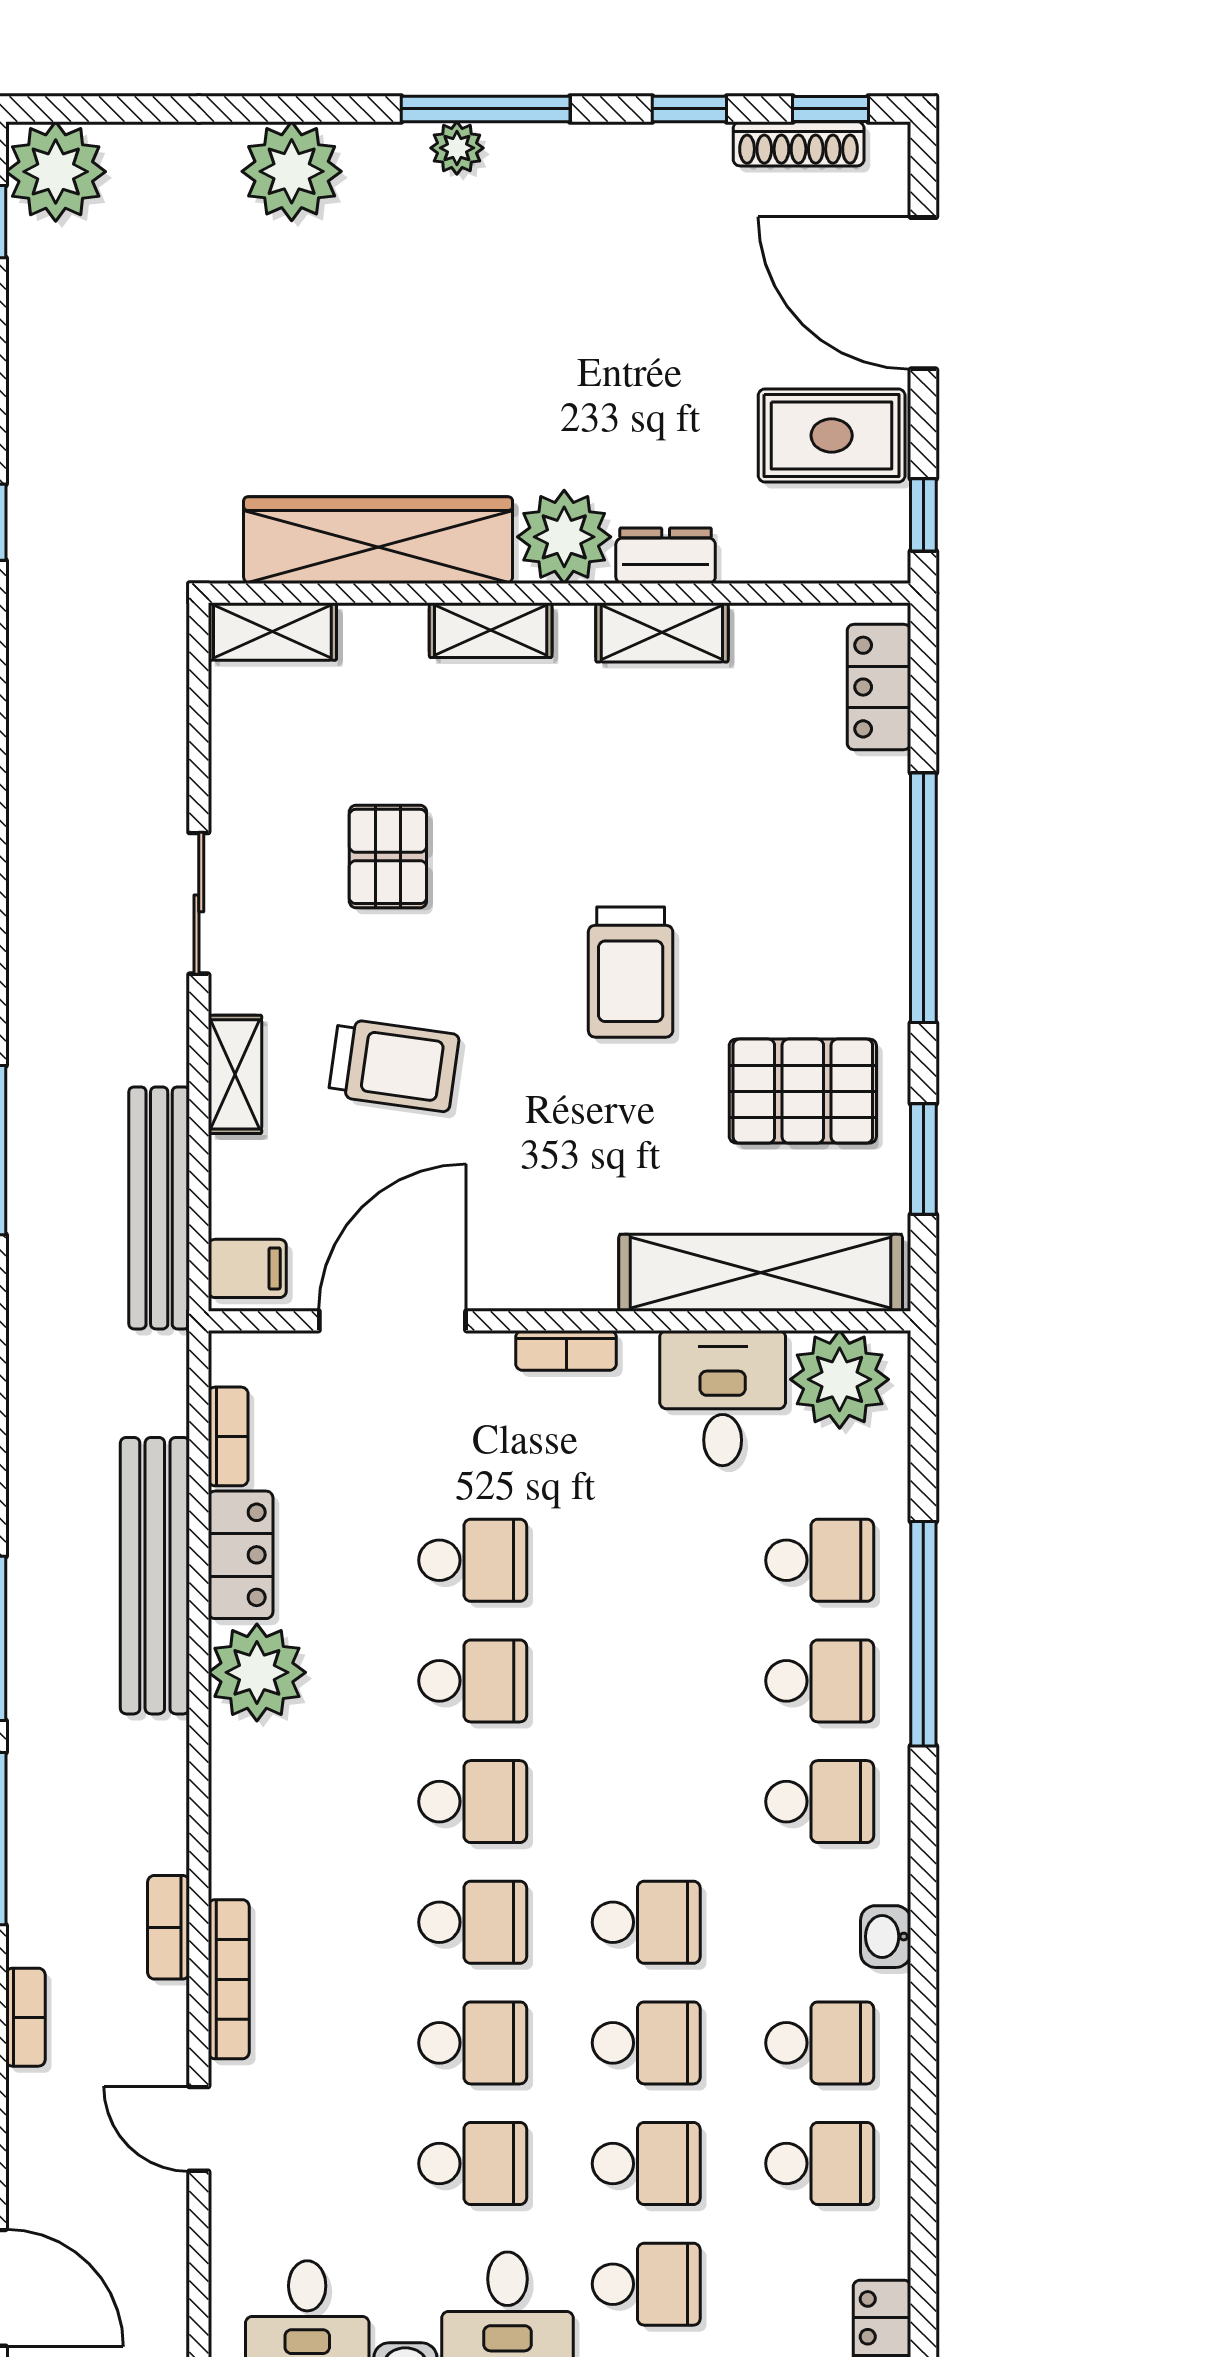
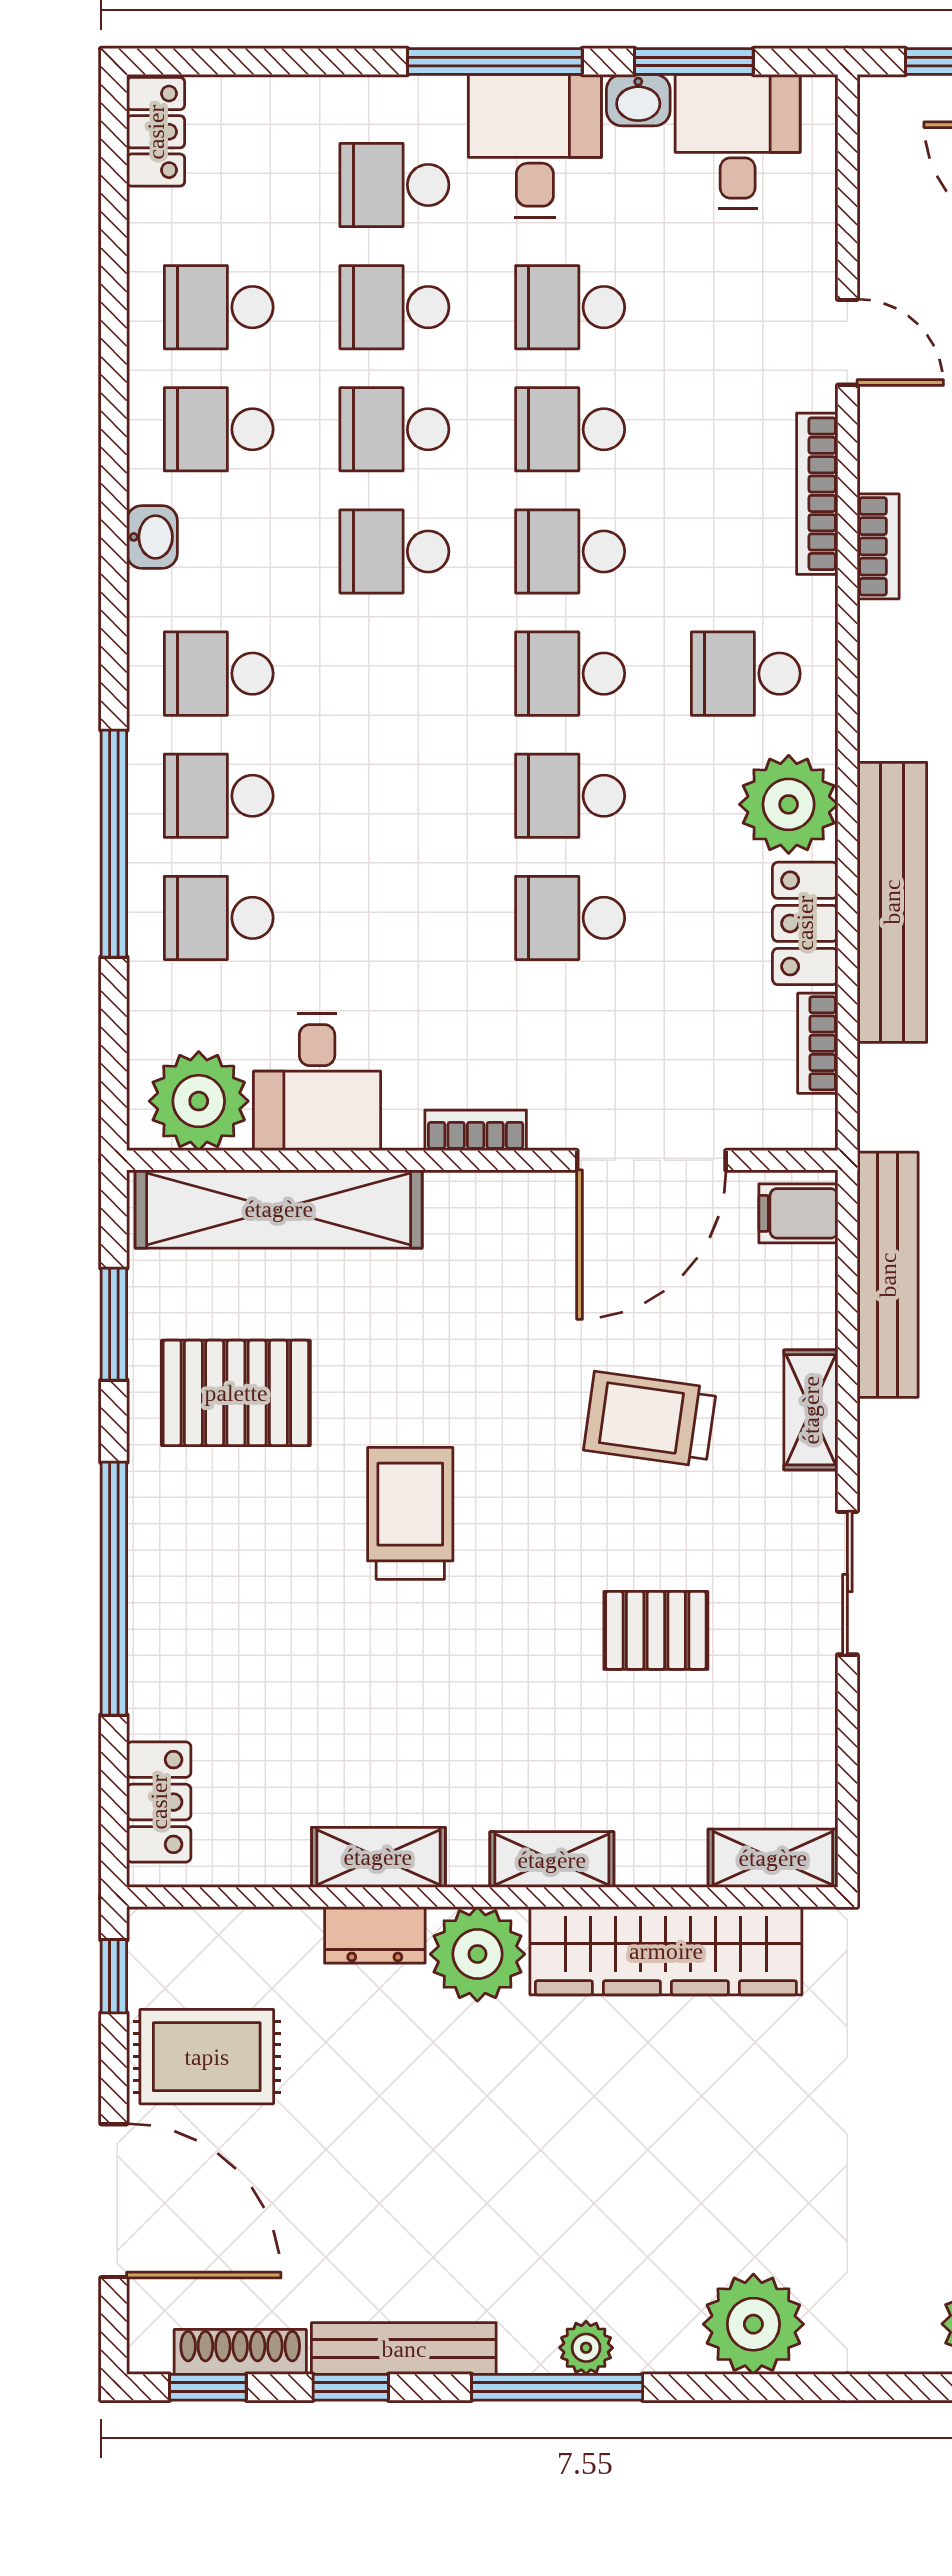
bench: (637, 147) -> (404, 2349), added
pallet: (388, 856) -> (656, 1630), turned 90
school desk: (299, 1802) -> (746, 674), added

